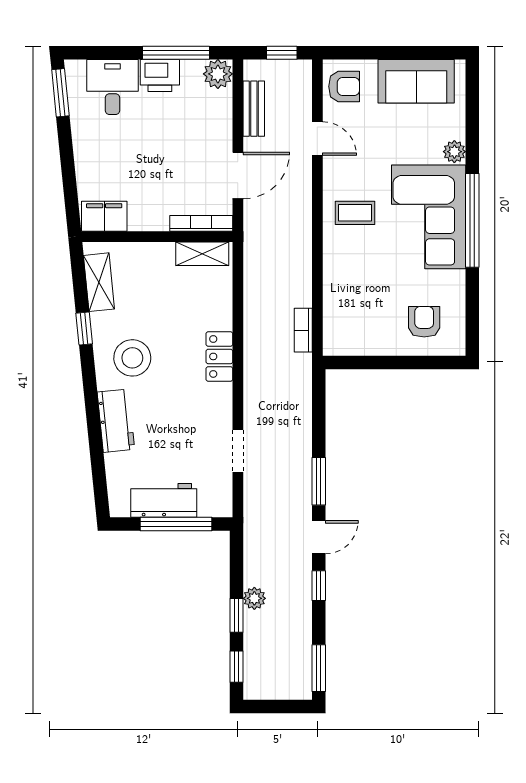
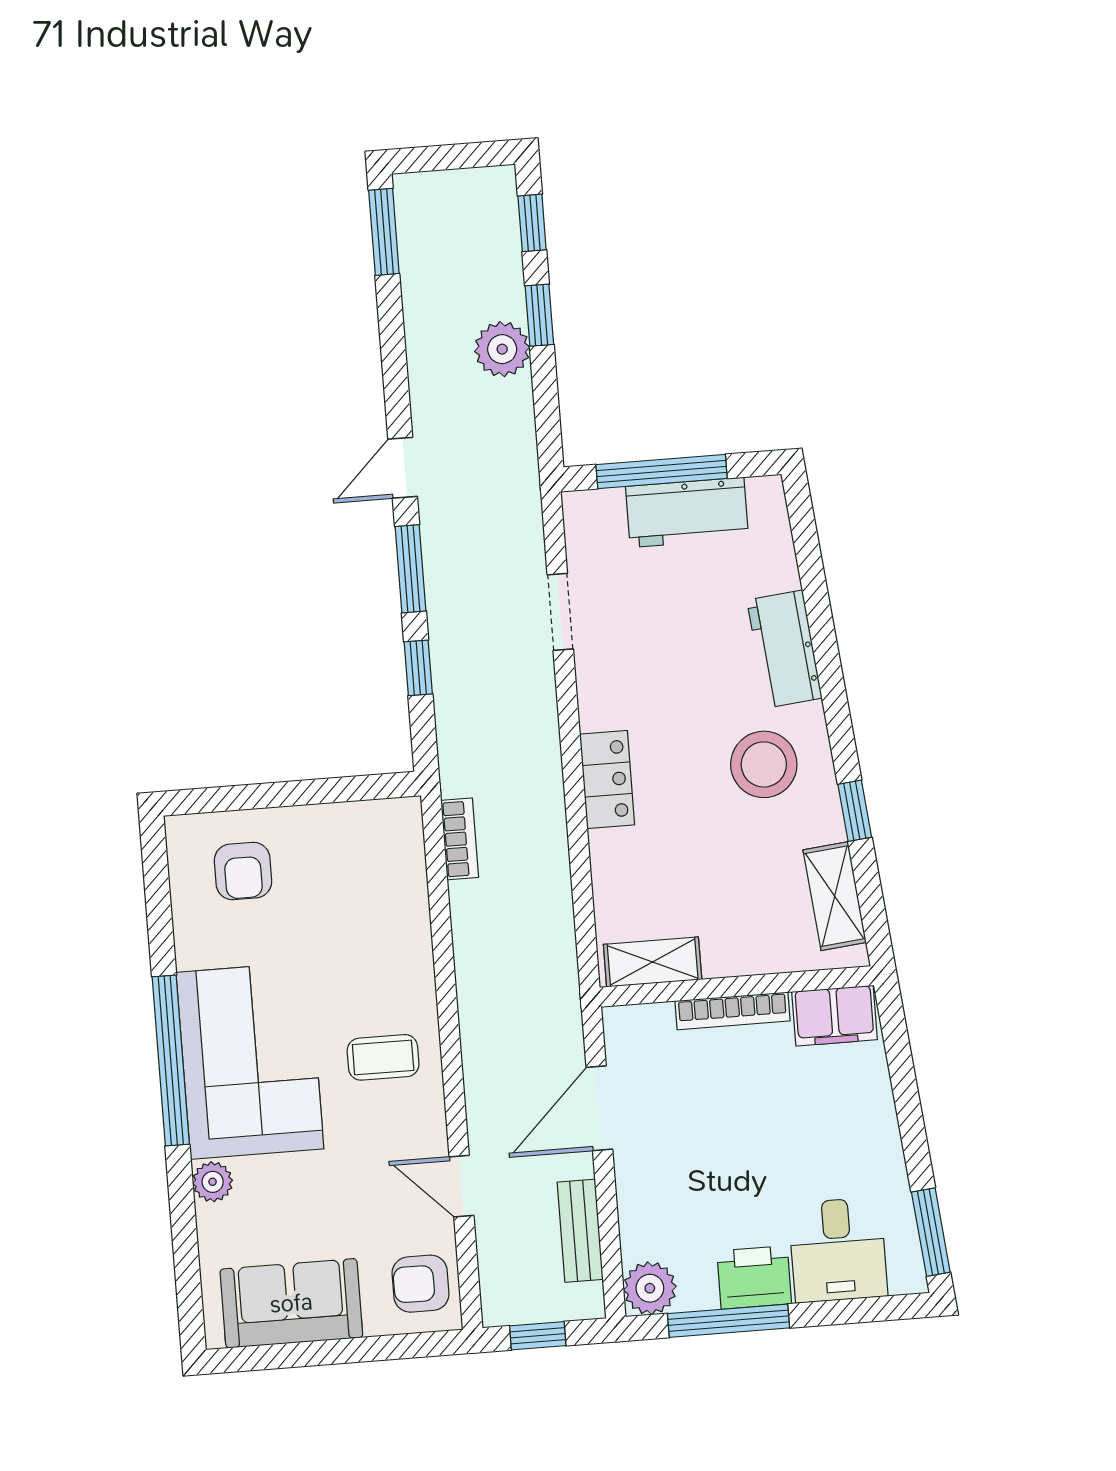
bookcase: (201, 223) -> (732, 1011), moved
window: (319, 586) -> (418, 668), moved
plant: (254, 598) -> (502, 349), width x1.38, depth x1.38

